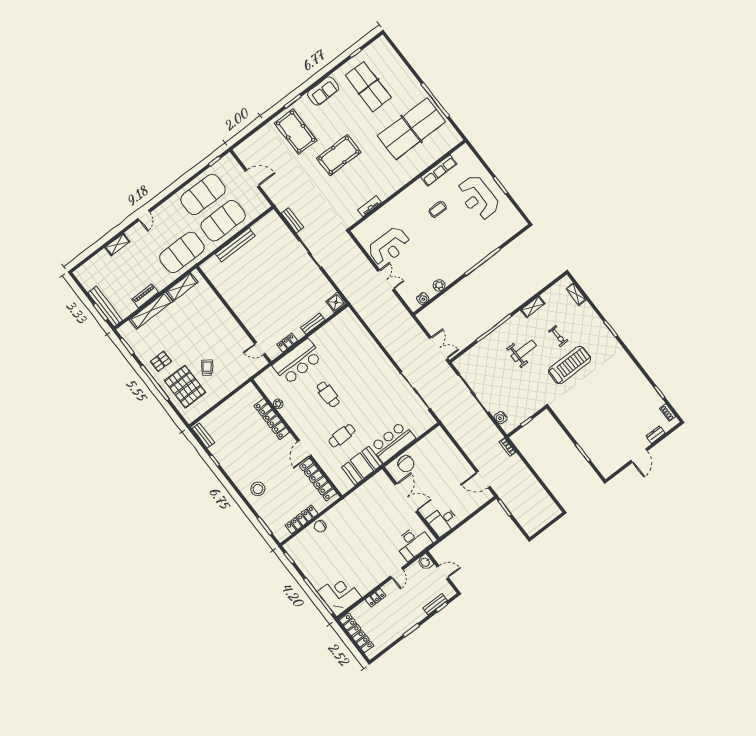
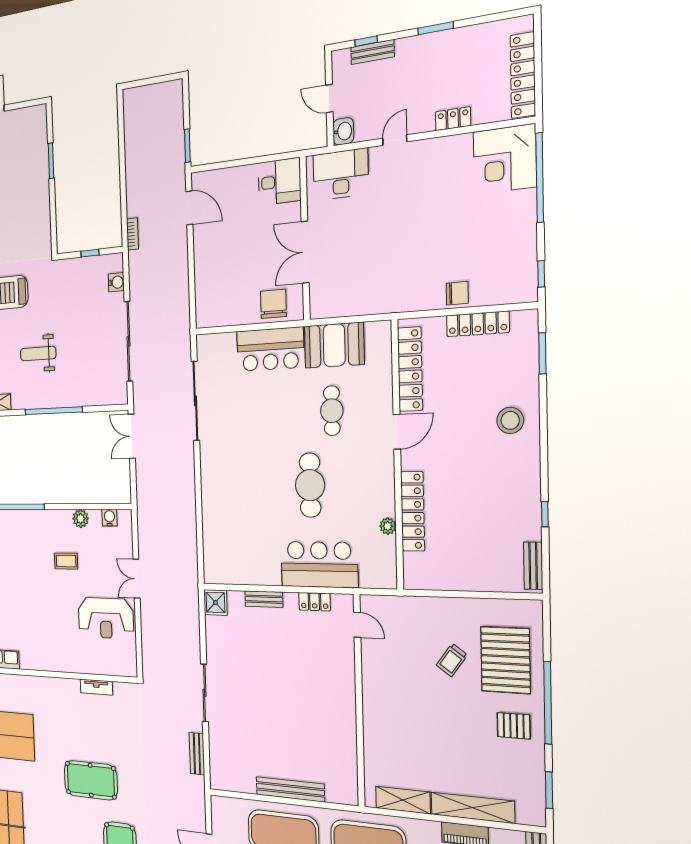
coffee table: (438, 209) -> (66, 561), moved
reception desk: (389, 246) -> (106, 618), turned 180
cafe table: (328, 394) -> (310, 485), width x1.37, depth x1.35
cafe table: (342, 436) -> (332, 411), turned 90

